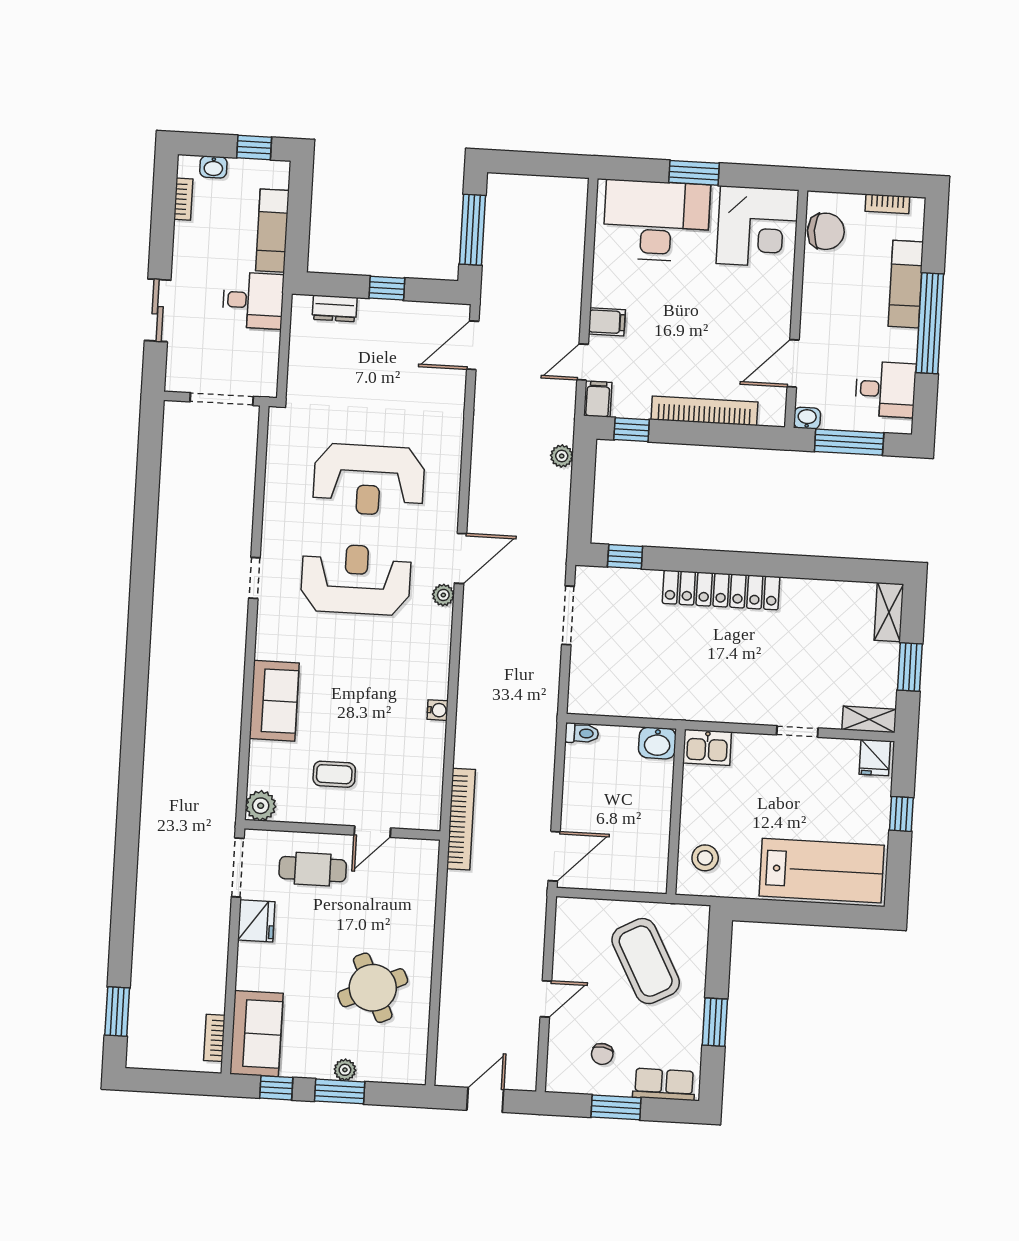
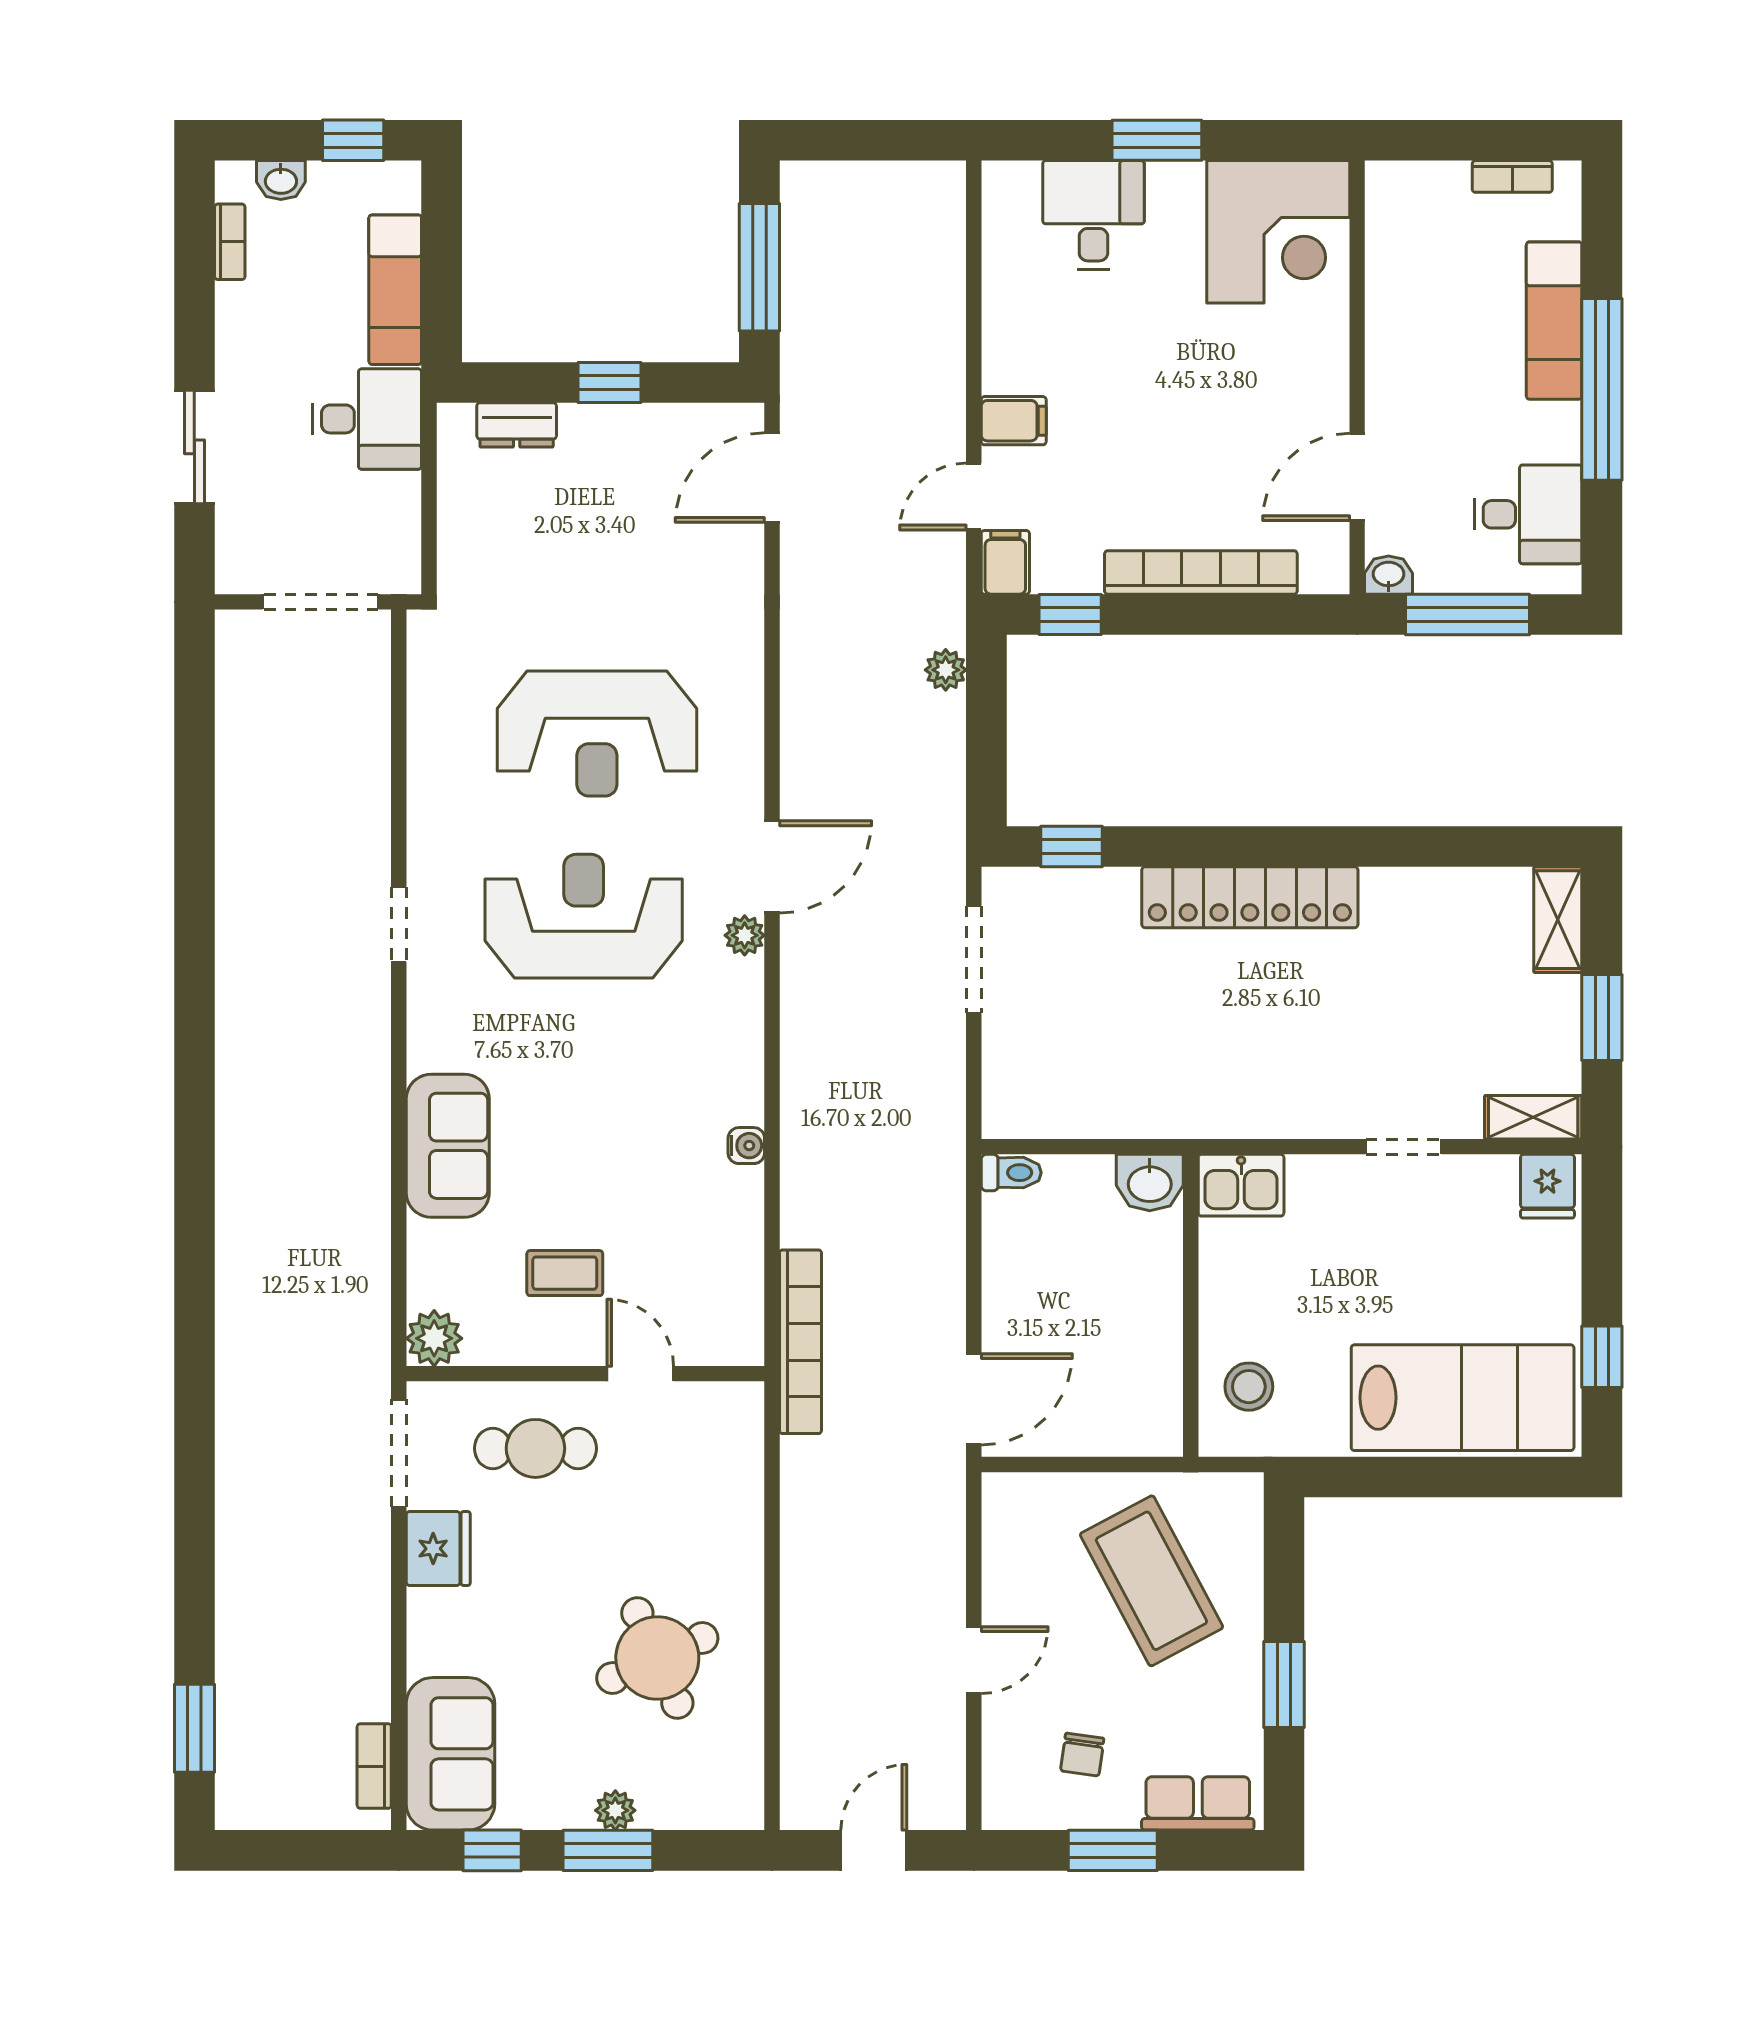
desk: (656, 221) -> (1093, 215), width x0.53, depth x0.77
chair: (826, 231) -> (1403, 233), removed
window: (901, 814) -> (1602, 1357), moved
door: (372, 832) -> (640, 1374), swing flipped

